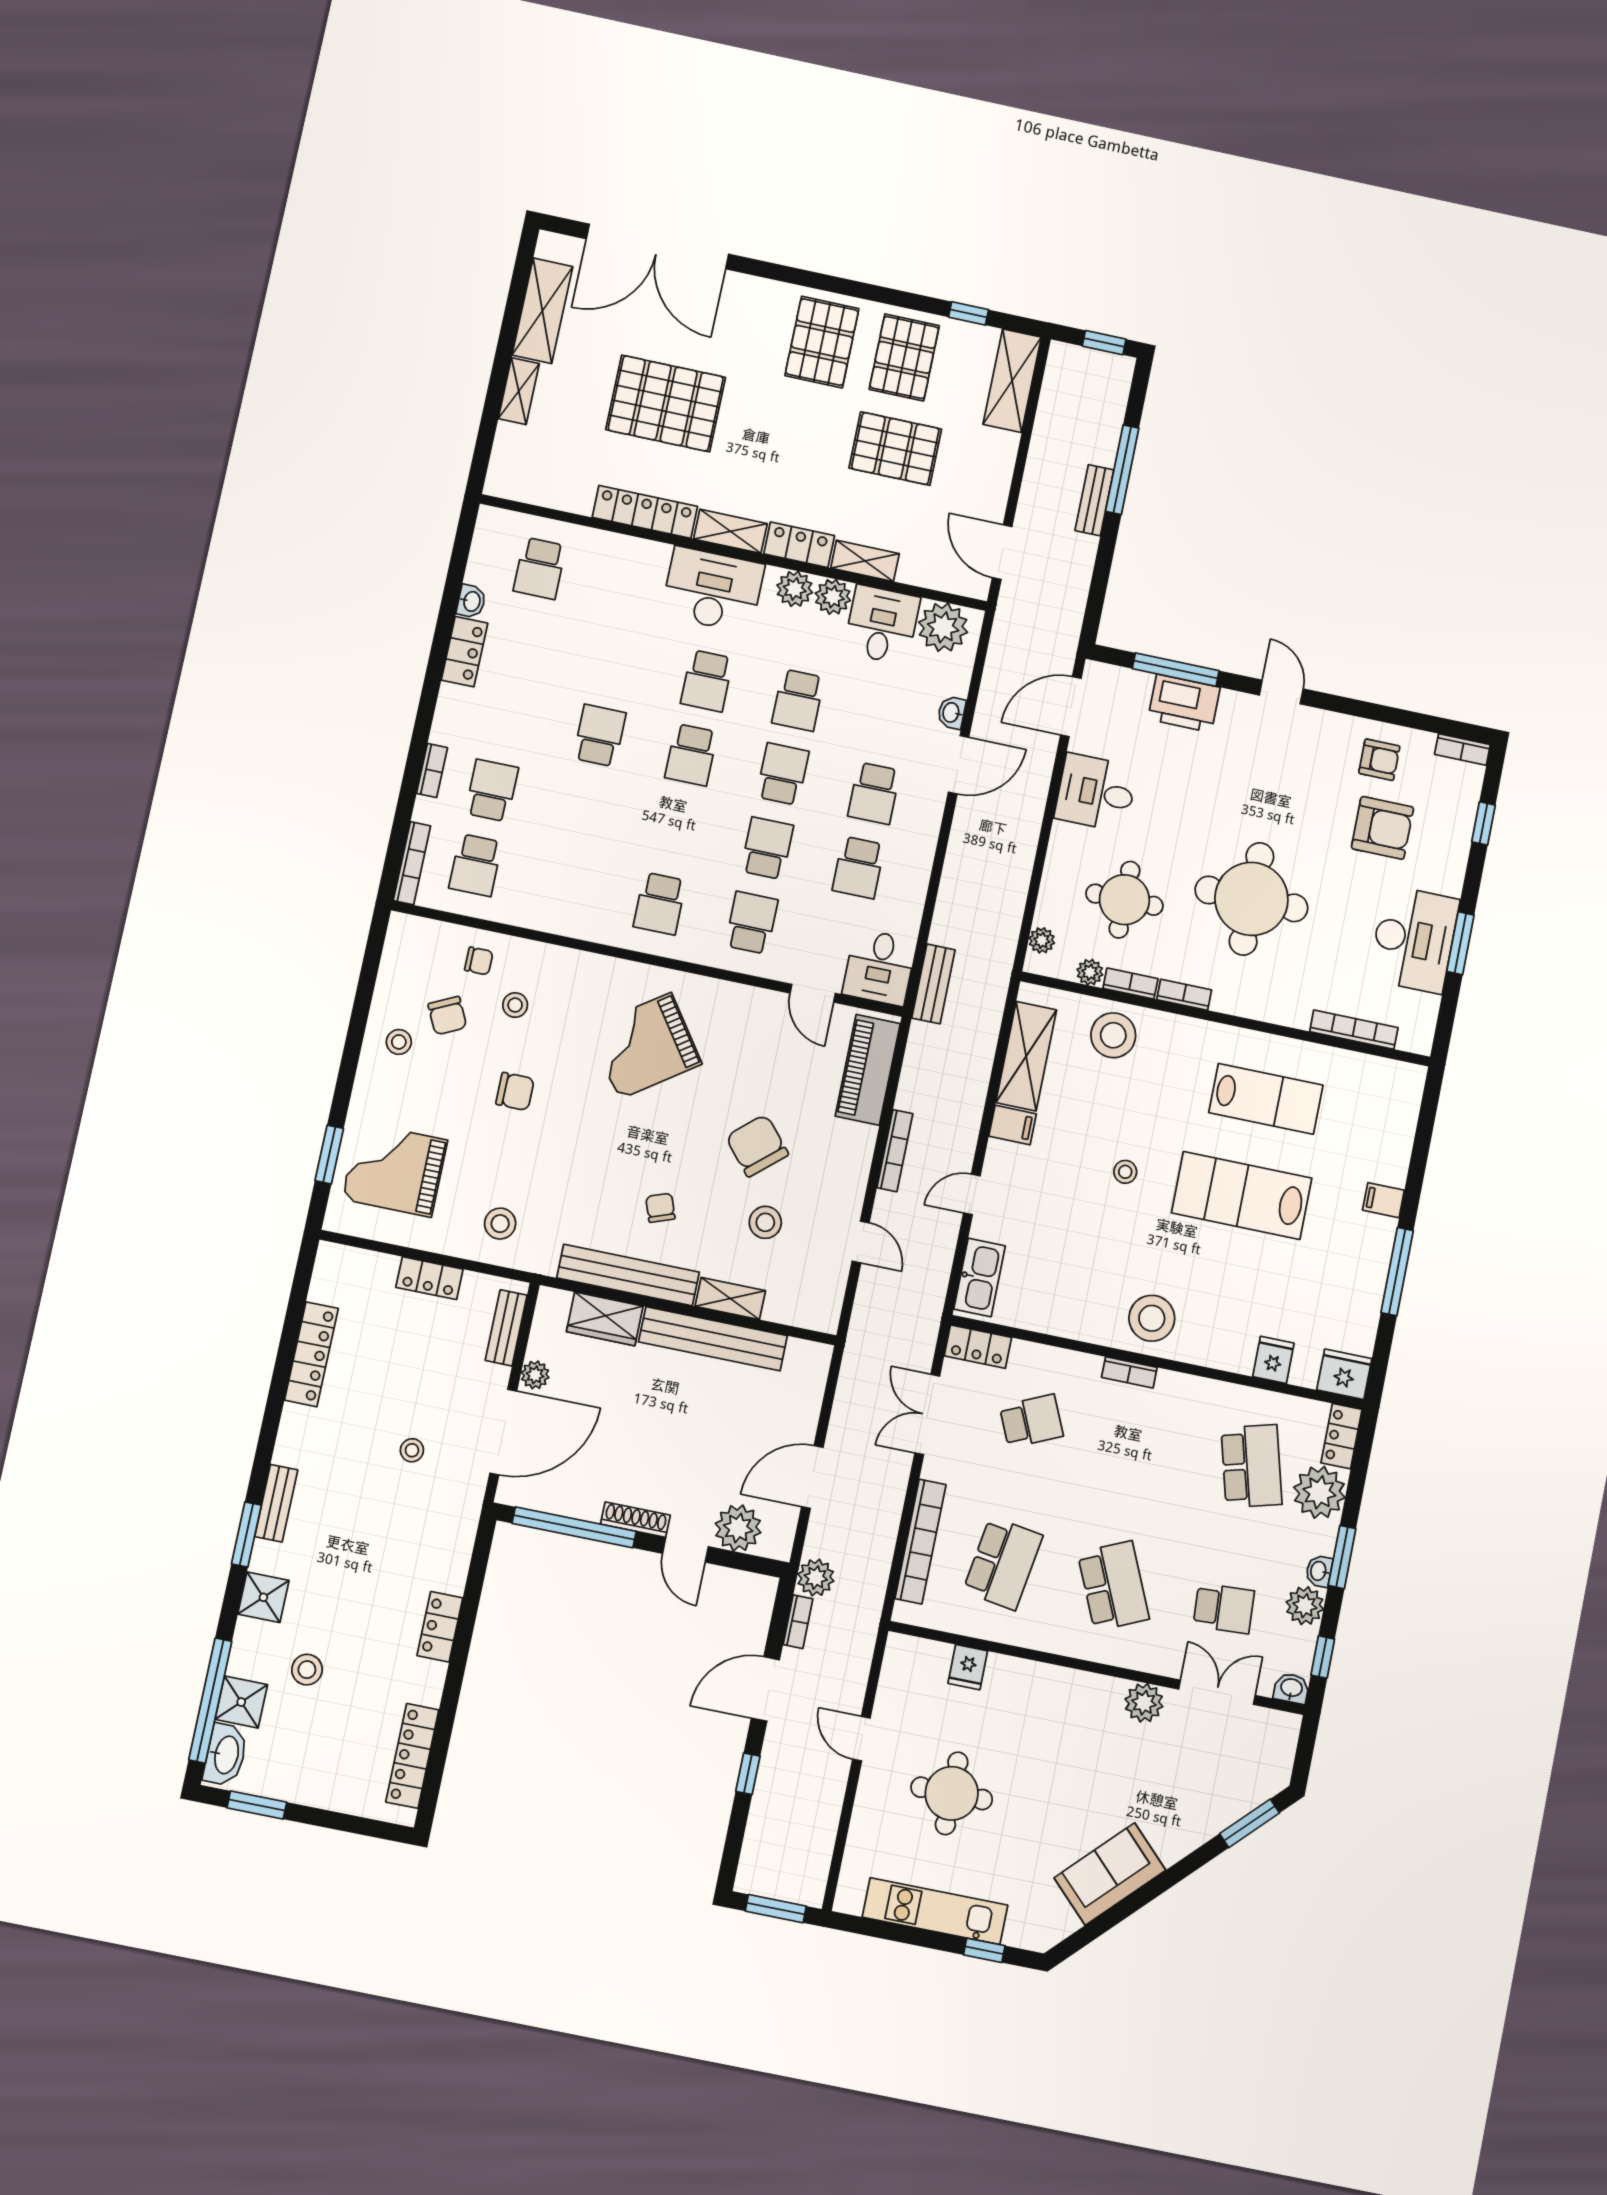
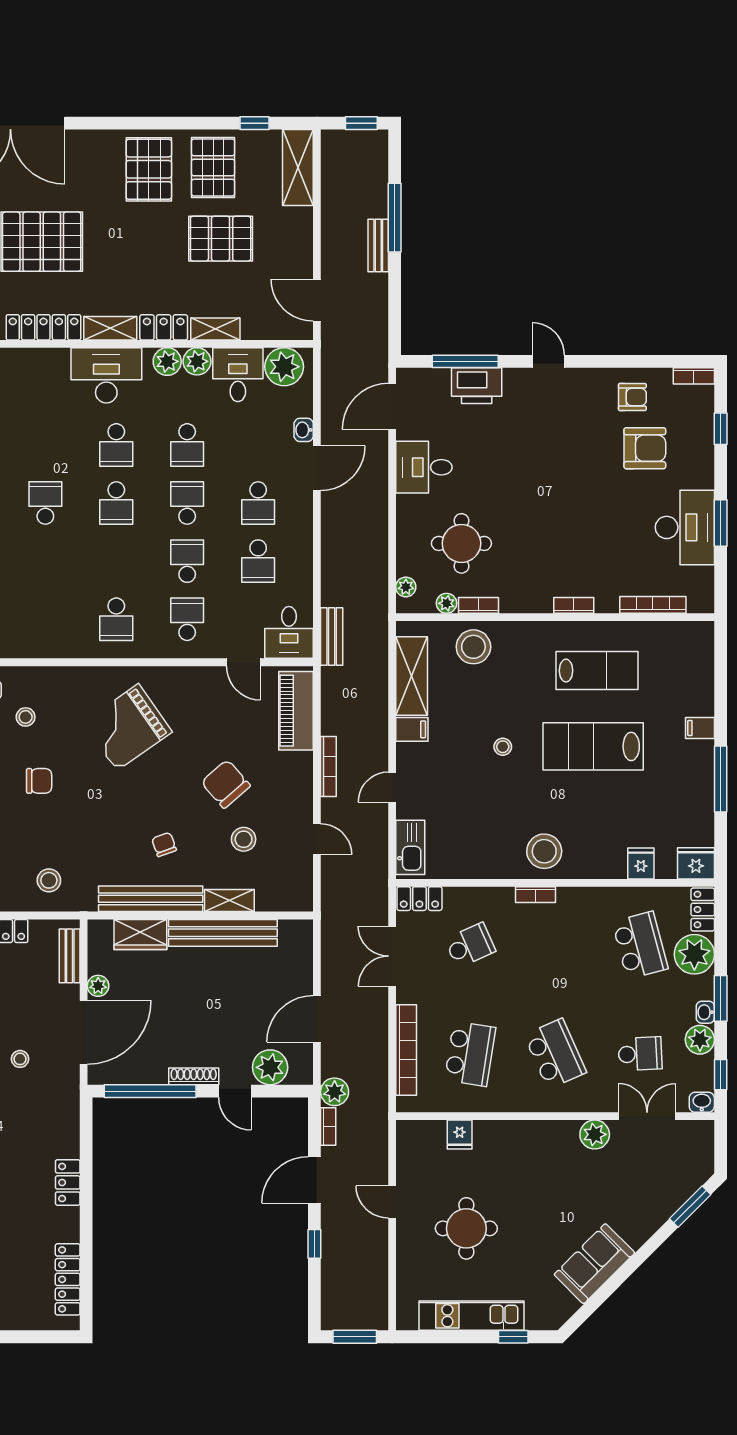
round table: (1251, 899) -> (557, 523), removed
bookcase: (1184, 995) -> (574, 605), moved

